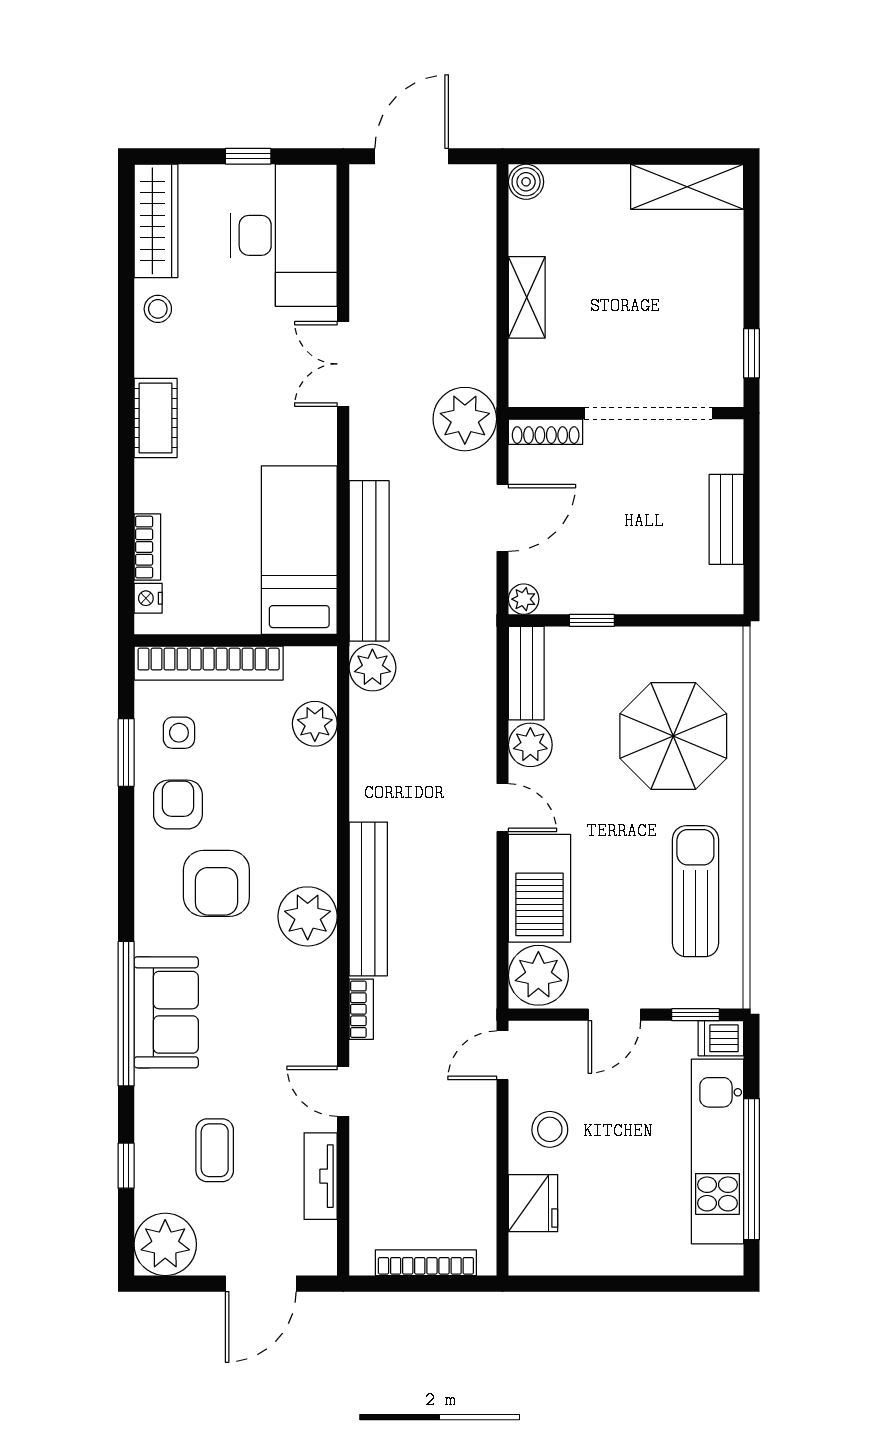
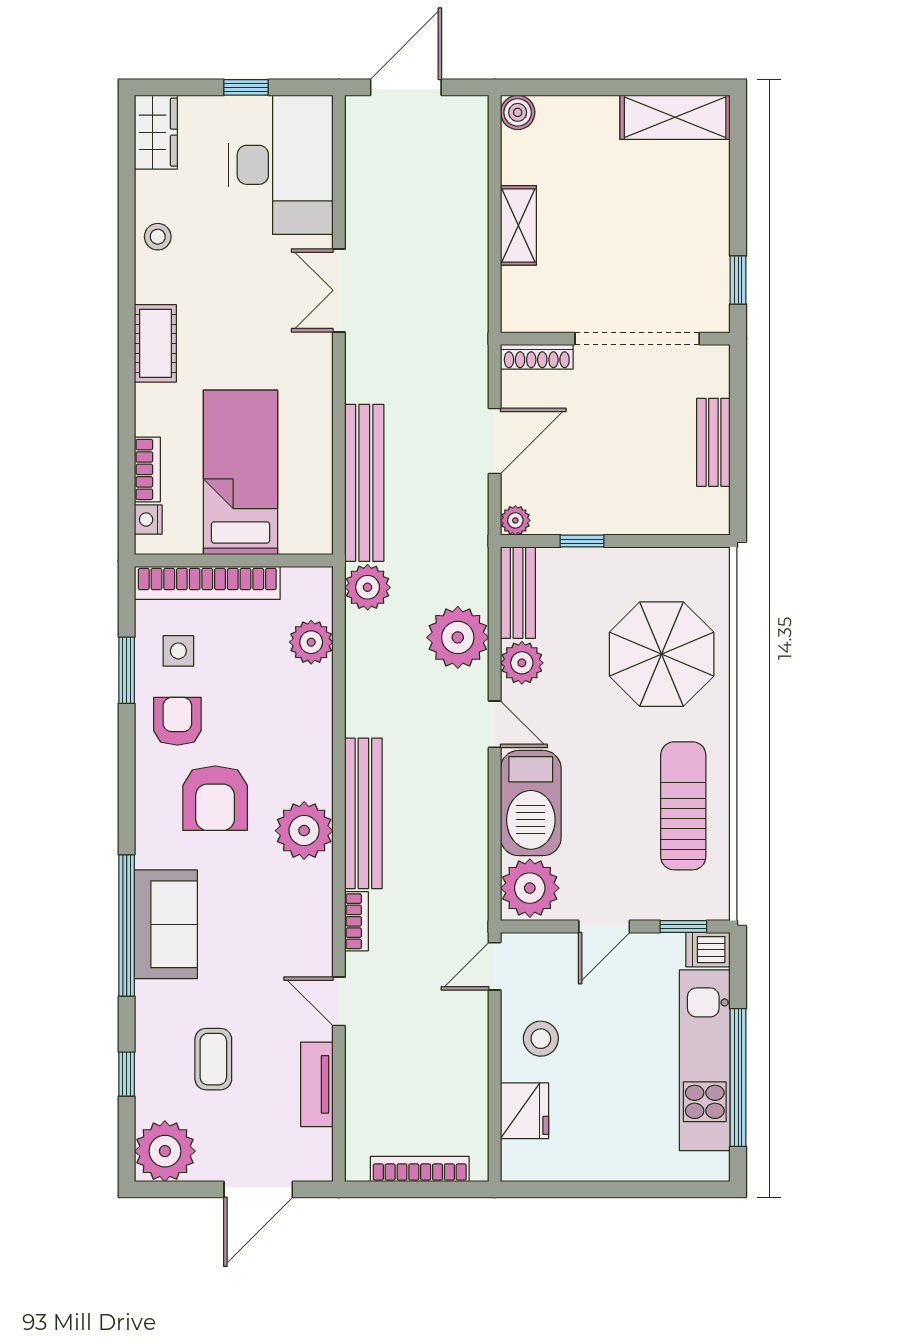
wardrobe: (156, 221) -> (156, 132), width x0.67
plant: (465, 419) -> (458, 637), moved
bed: (299, 550) -> (241, 472), moved

